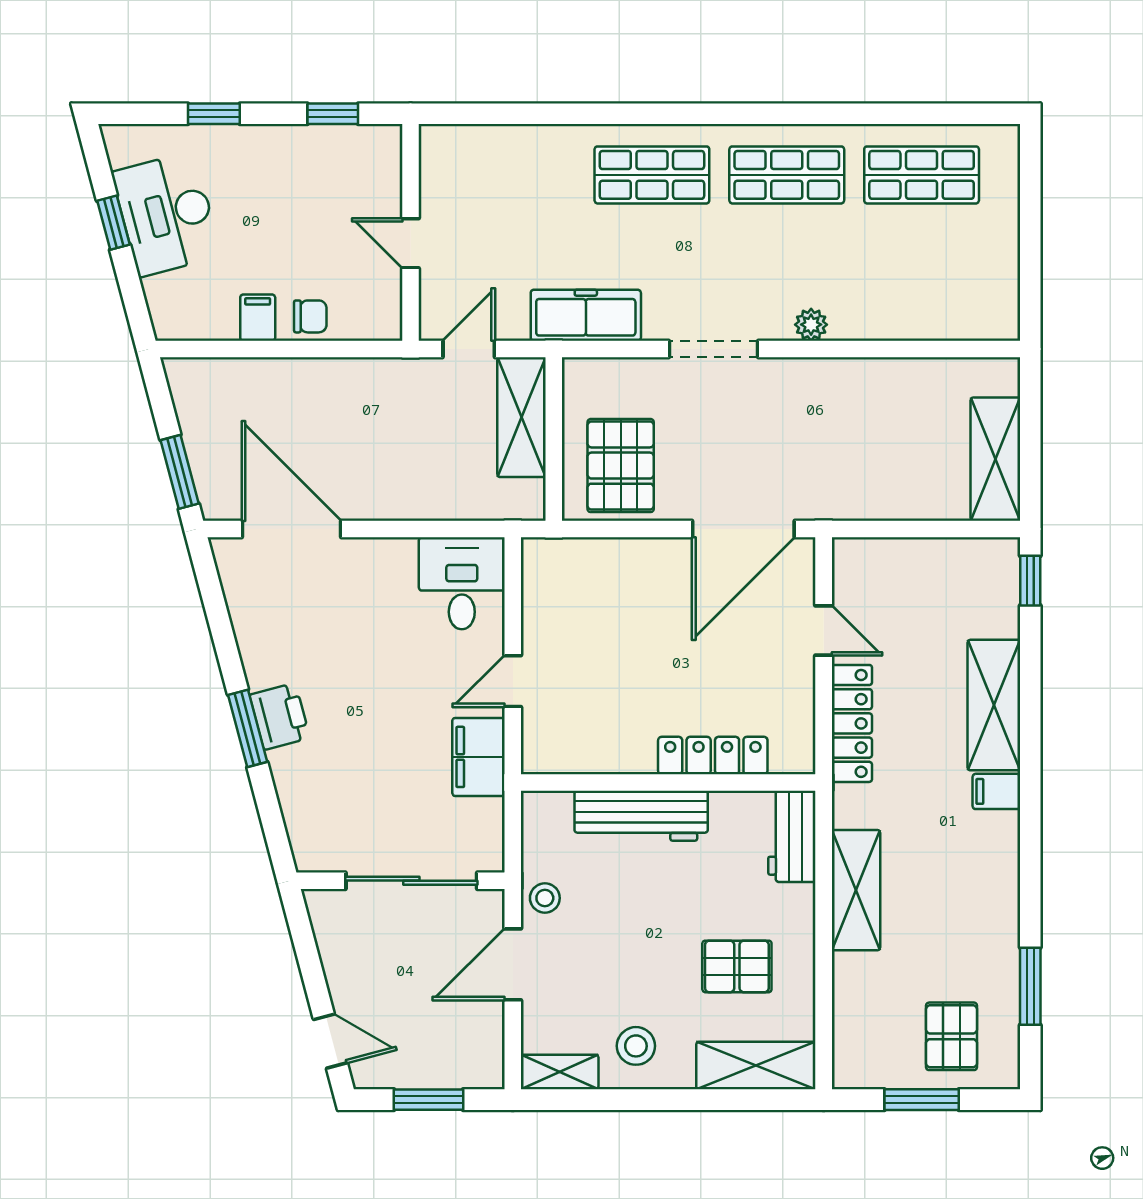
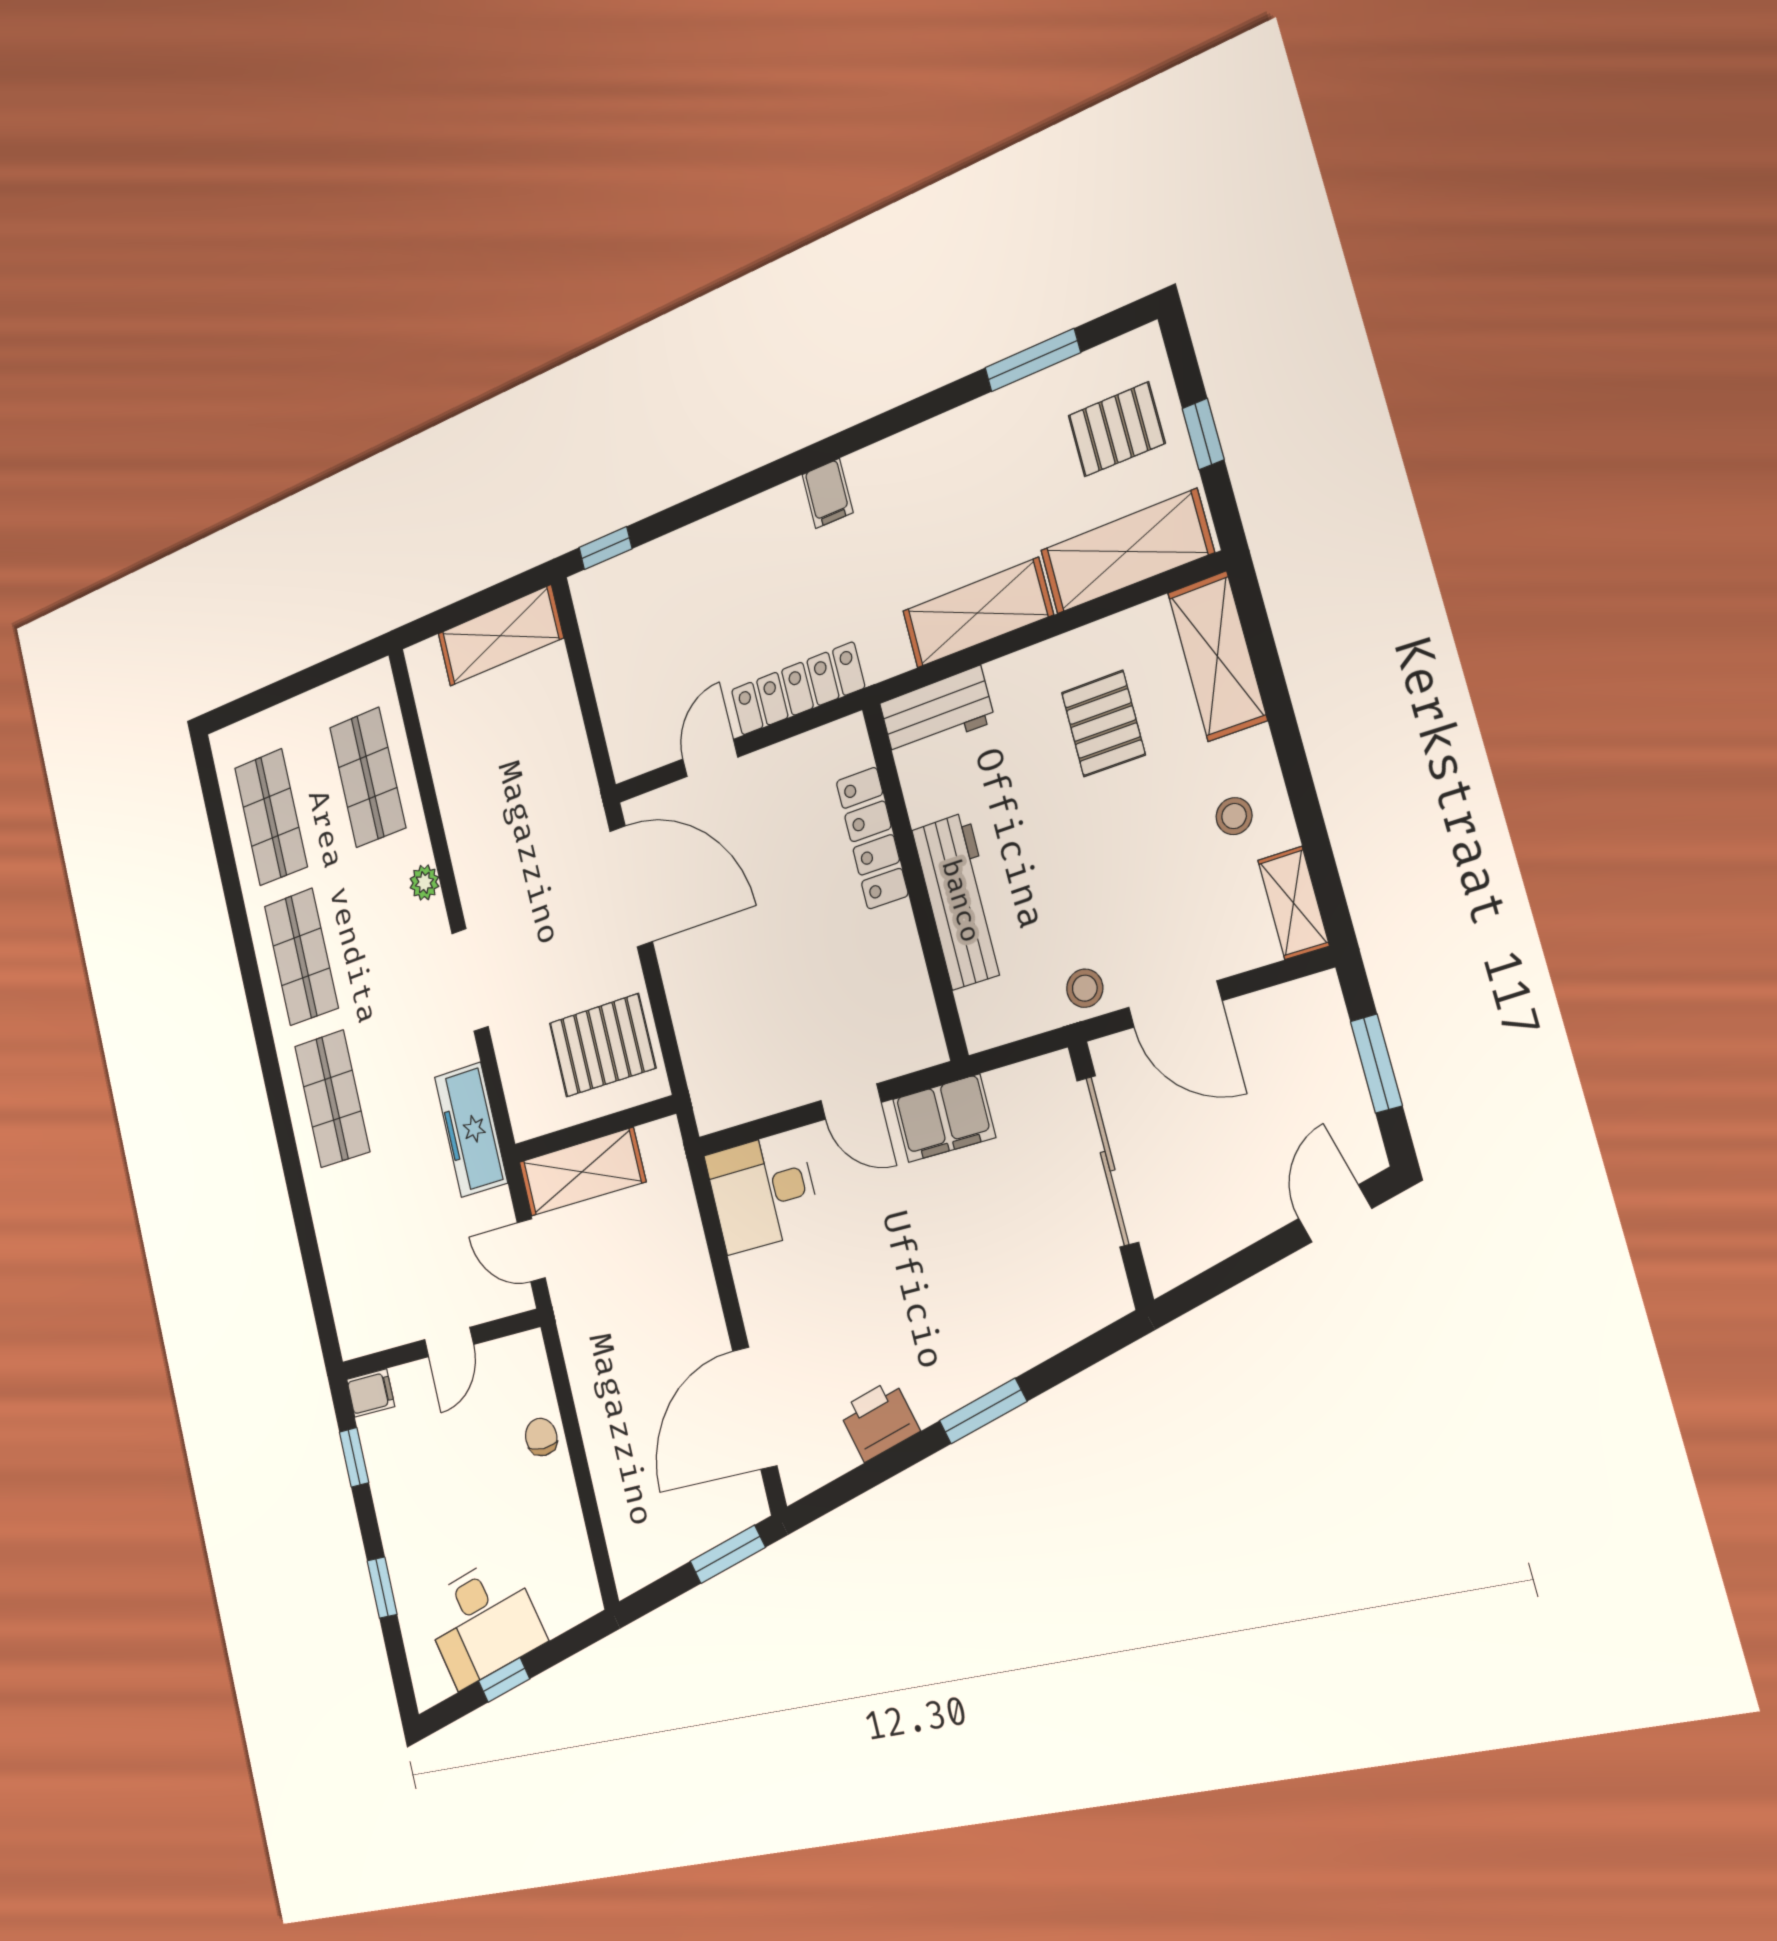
shop shelf: (922, 290) -> (368, 777), added
filing cabinet: (258, 318) -> (371, 1393), moved, turned 180
shelving: (994, 705) -> (1126, 552), moved
printer: (280, 716) -> (879, 1420), moved
stool: (636, 1046) -> (1234, 816), width x0.73, depth x0.73
window: (922, 1100) -> (1203, 434), width x0.67

